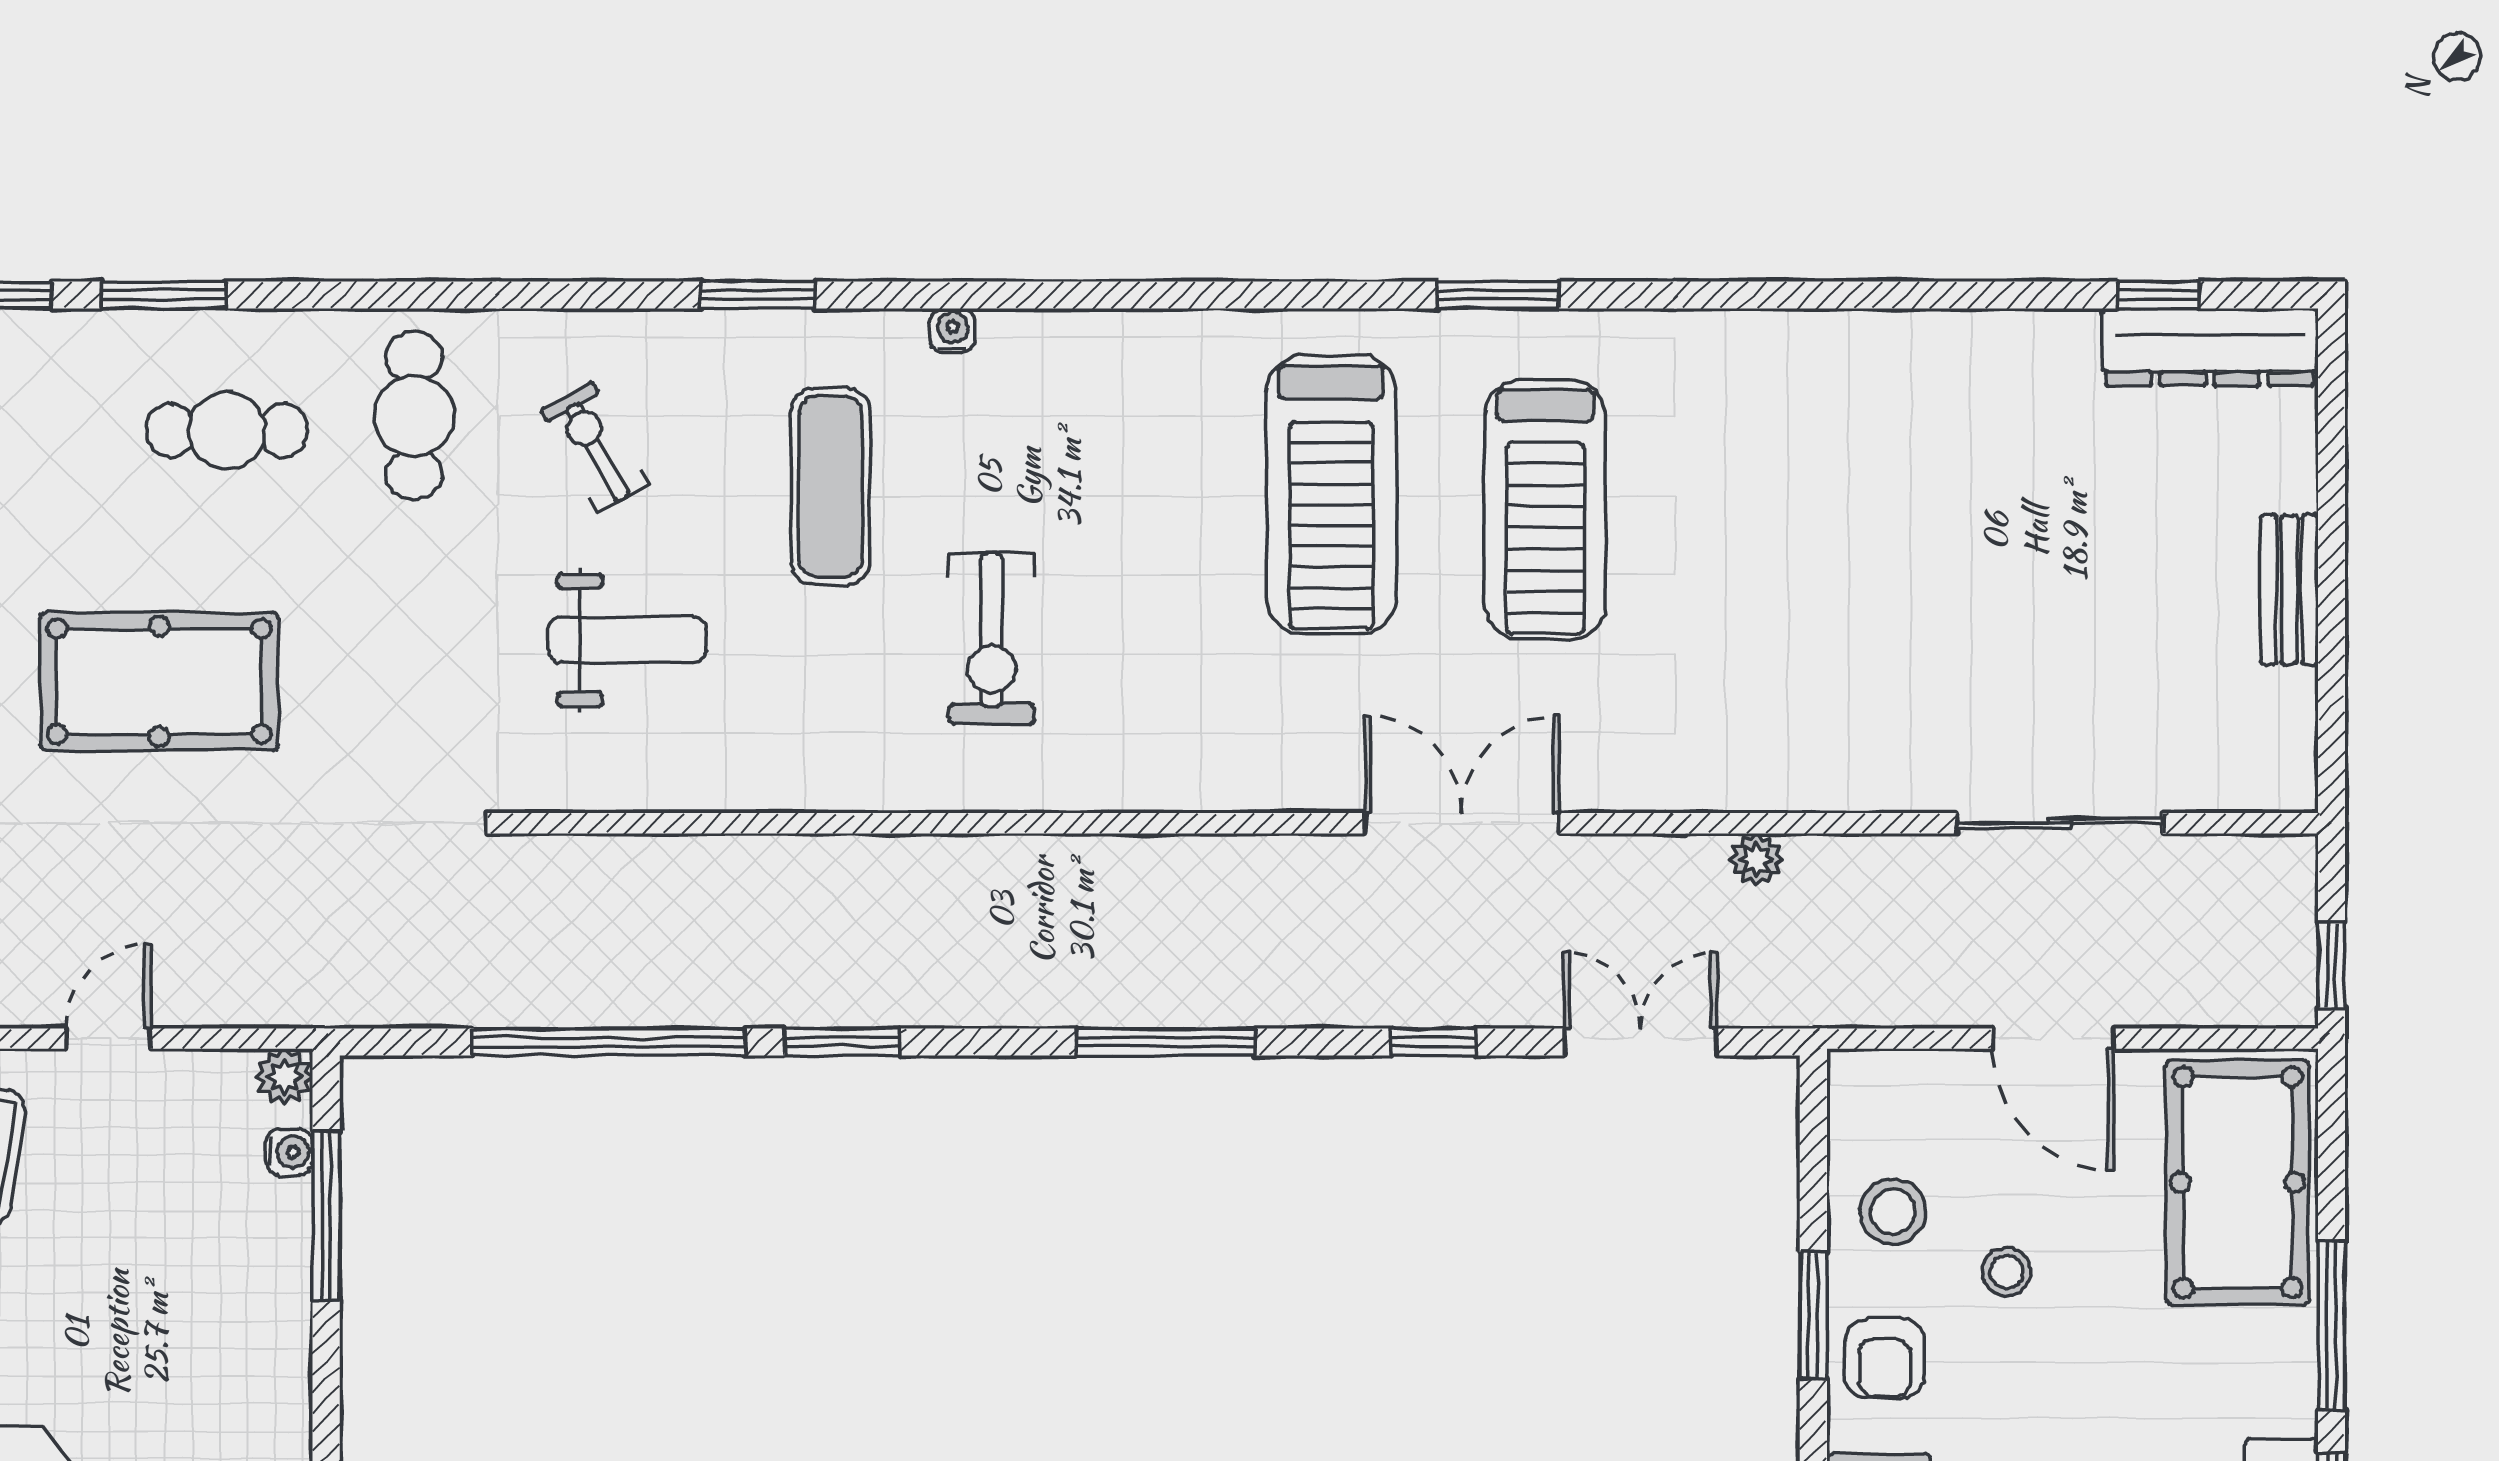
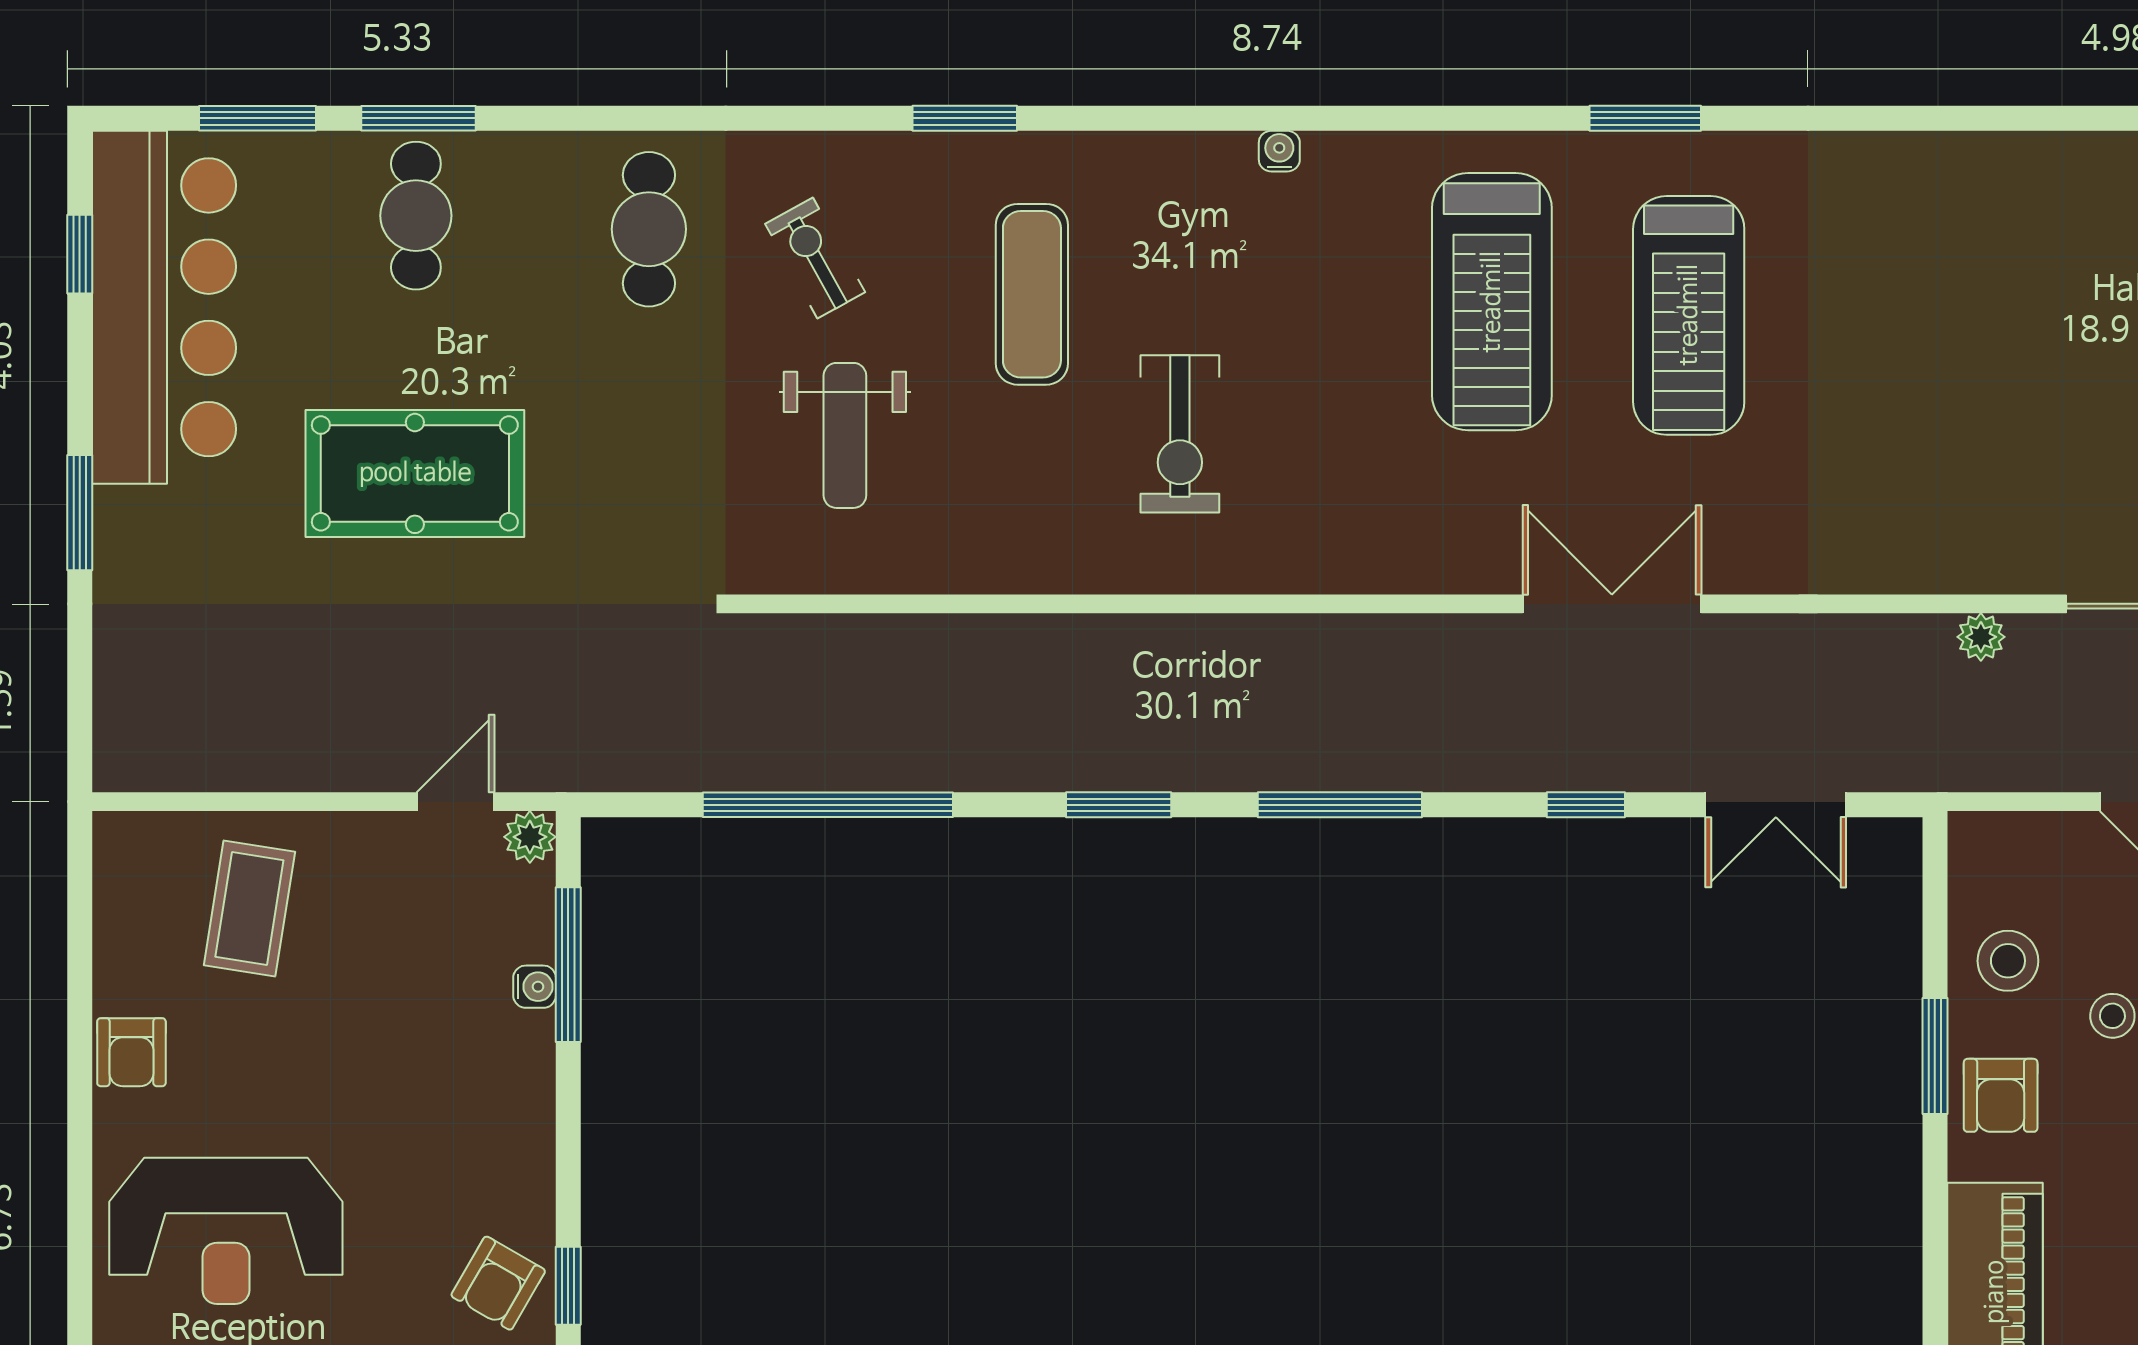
water cooler: (952, 331) -> (1279, 151), moved
cafe table: (227, 430) -> (416, 216), moved, turned 90
weight bench: (627, 640) -> (845, 435), turned 90
plant: (1756, 859) -> (1981, 637), moved
door: (108, 1039) -> (455, 802), moved
window: (842, 1042) -> (1119, 805), moved
double door: (1640, 1042) -> (1776, 805), swing flipped
water cooler: (290, 1152) -> (535, 987), moved

